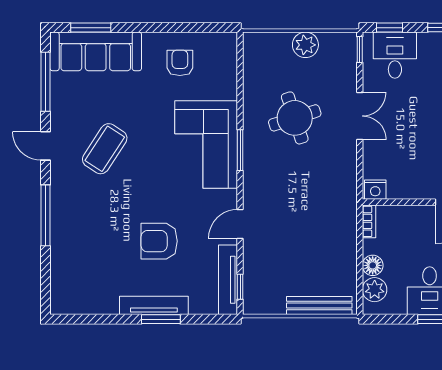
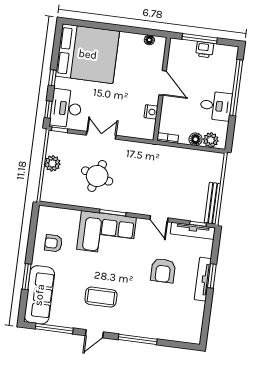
window: (91, 28) -> (27, 277), moved
desk: (395, 55) -> (66, 108), width x1.37
round table: (295, 118) -> (97, 176), turned 35
coffee table: (105, 149) -> (101, 297), turned -33
nightstand: (375, 190) -> (151, 112), moved
bench: (319, 305) -> (213, 203), moved

